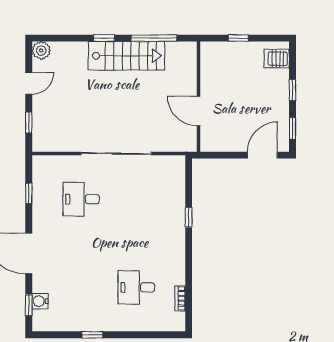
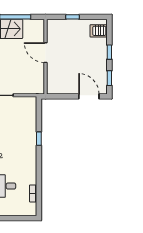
door: (199, 111) -> (46, 53), moved
door: (262, 155) -> (89, 96), hinge flipped

